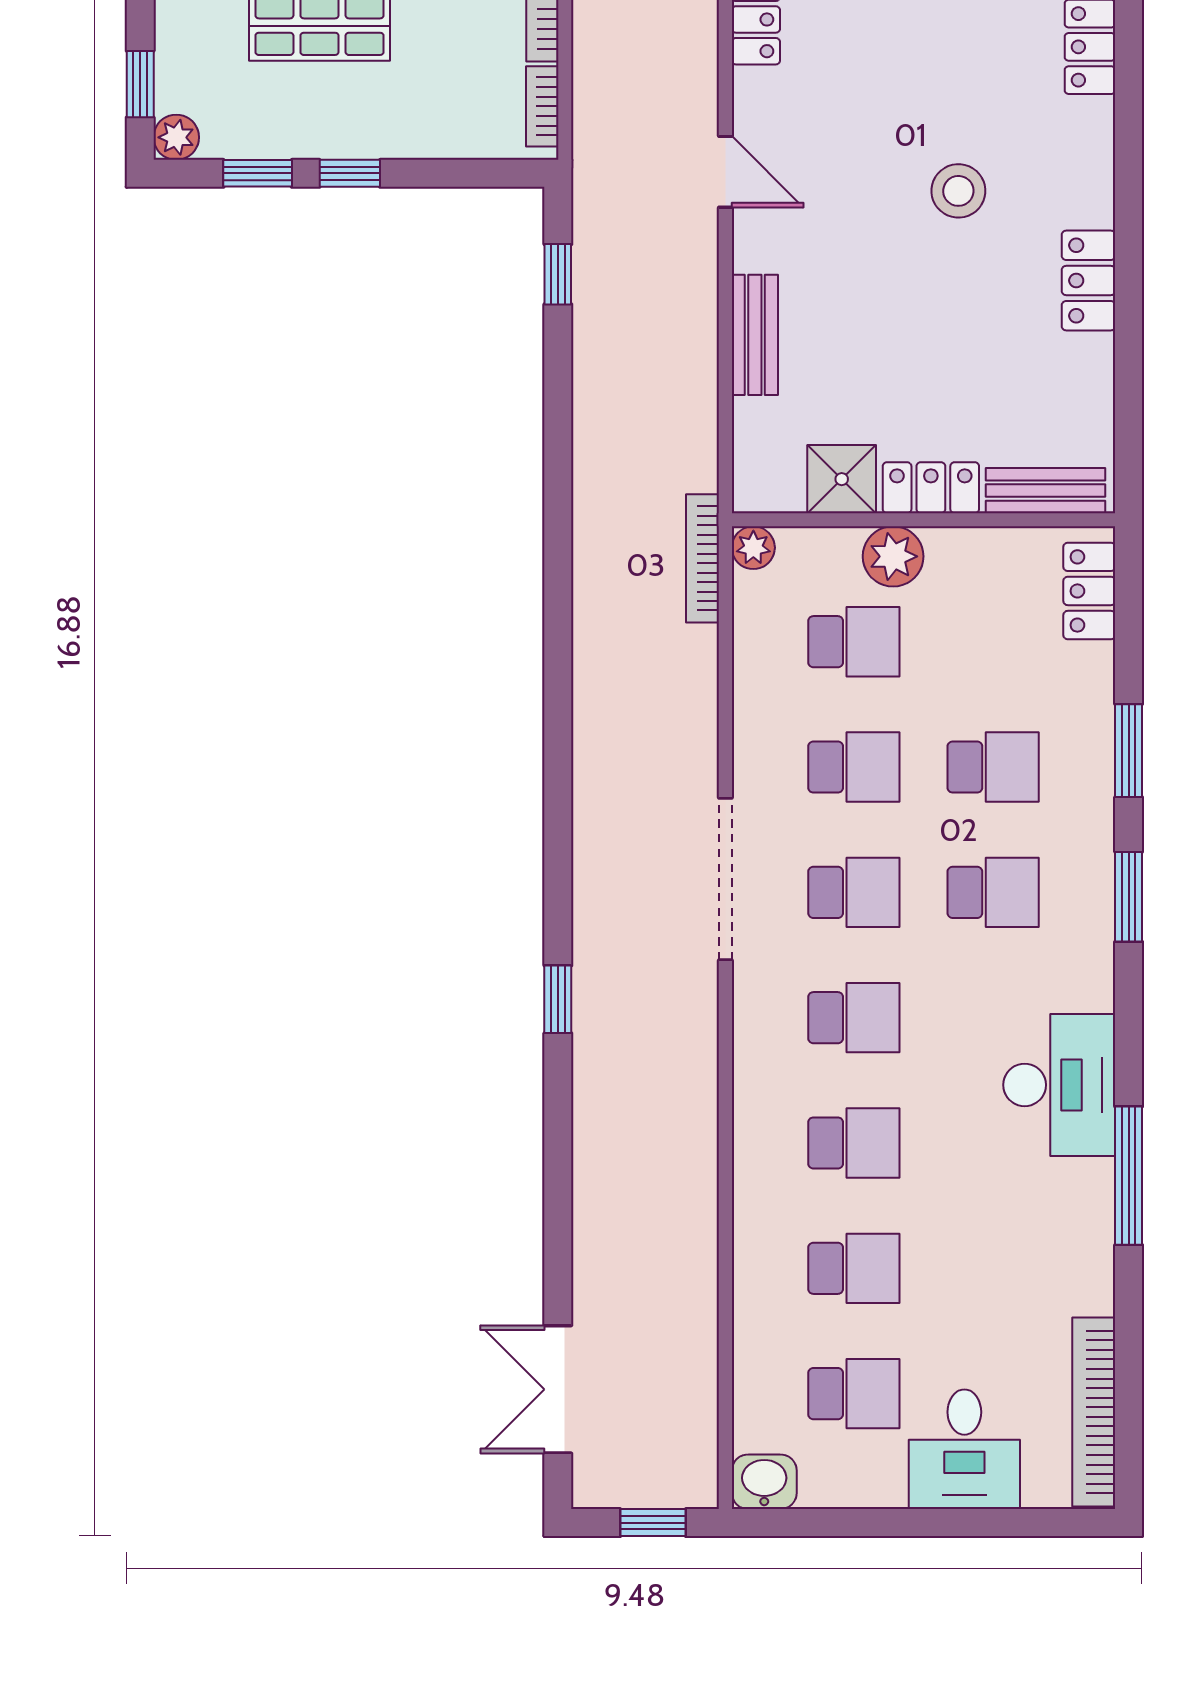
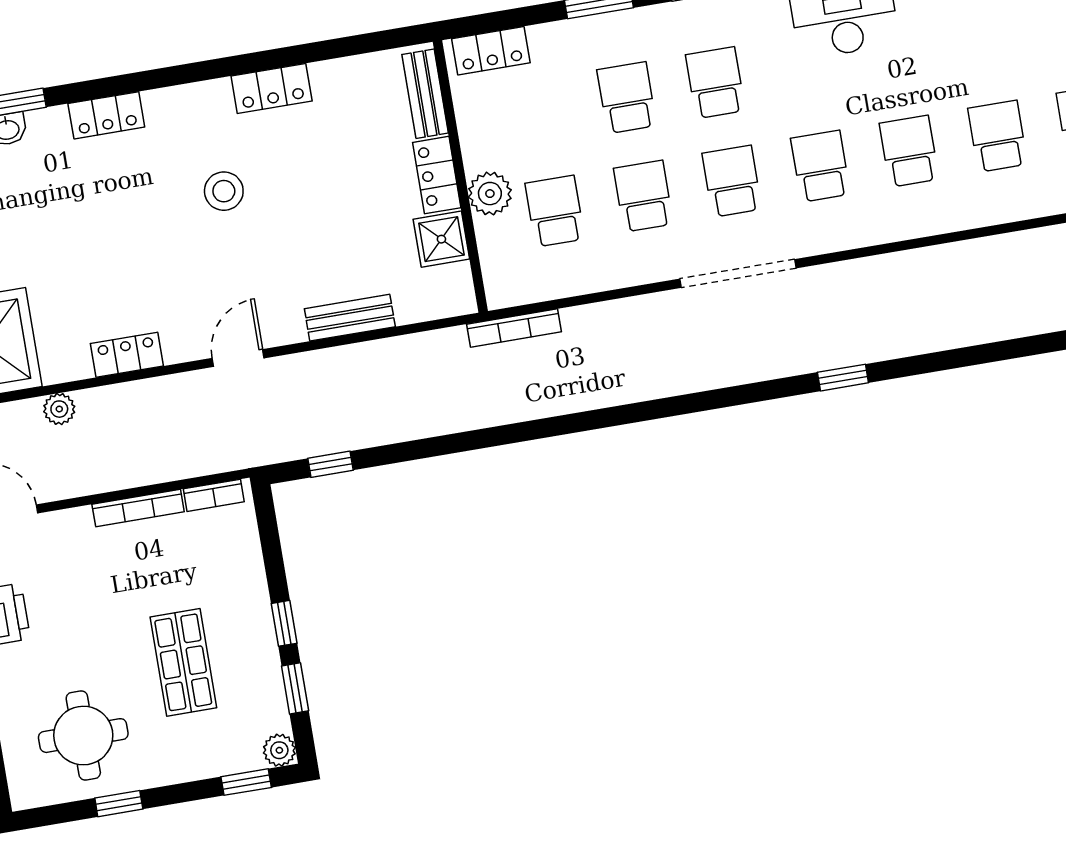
plant: (753, 548) -> (500, 293), removed

